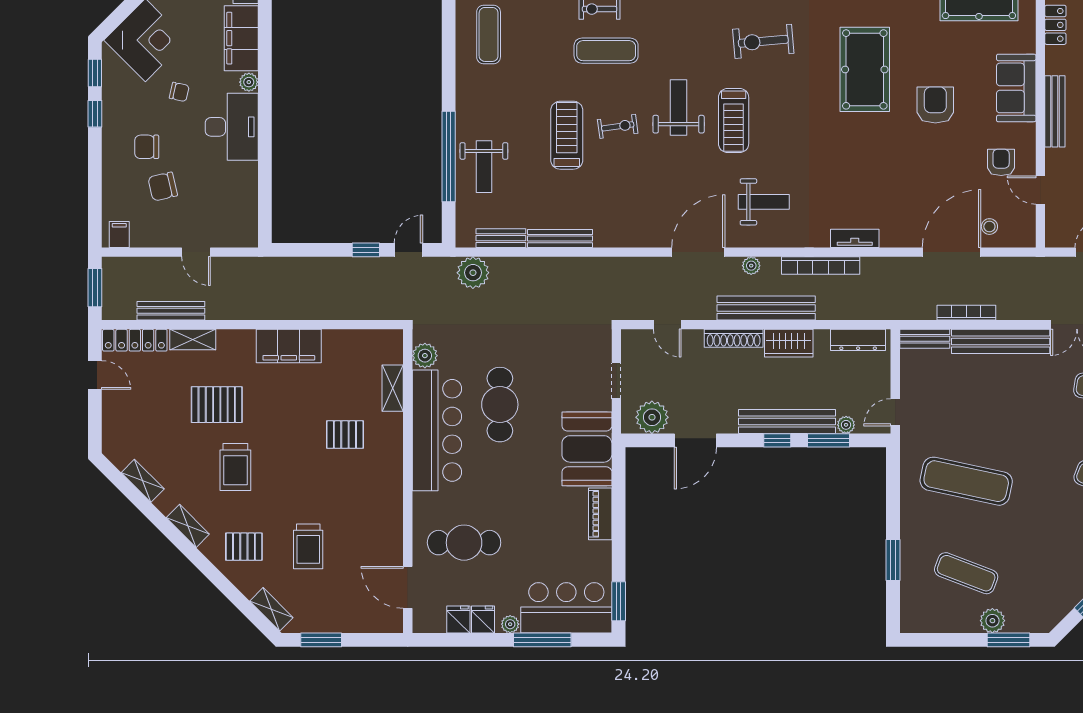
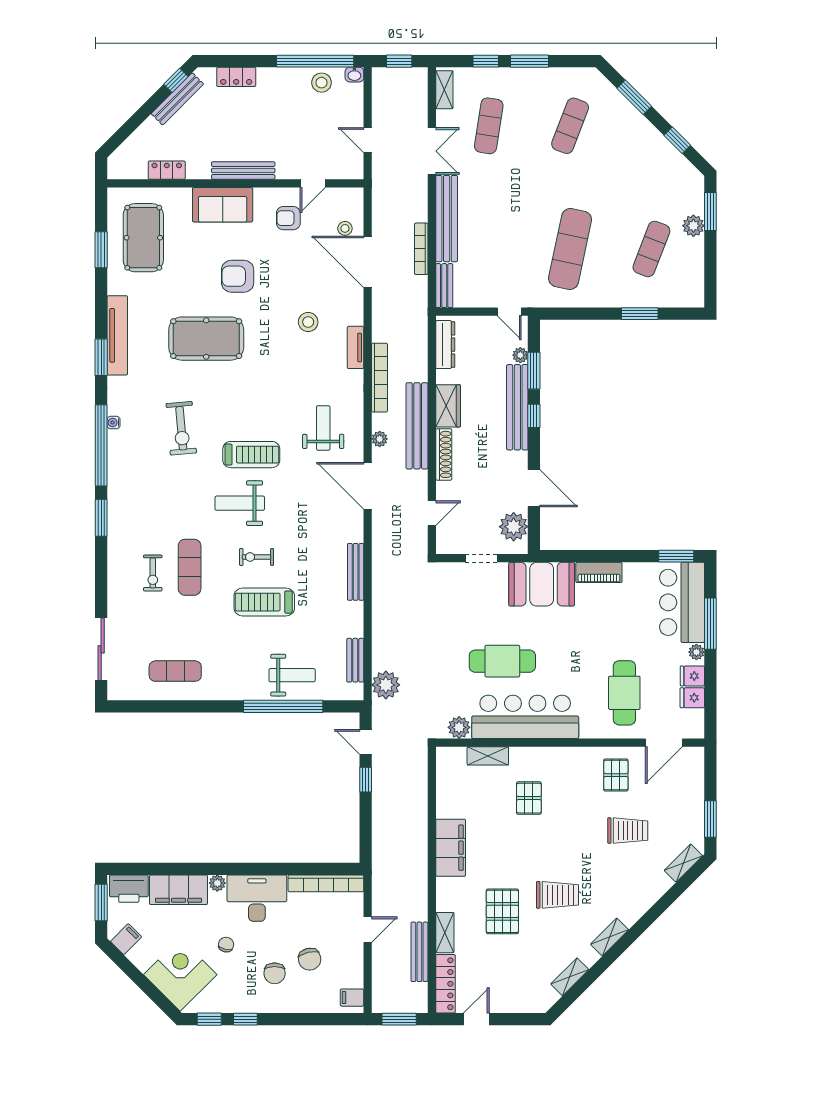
exercise bike: (618, 126) -> (256, 557), turned -82
stool: (884, 185) -> (308, 322), added
bookcase: (248, 205) -> (326, 883), added
bench: (560, 239) -> (356, 572), moved
pallet: (244, 547) -> (616, 775), moved

